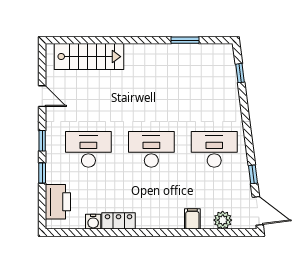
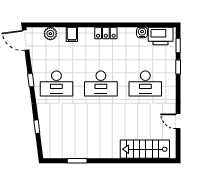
window: (240, 73) -> (37, 127), moved
window: (42, 141) -> (178, 45), moved
window: (253, 174) -> (31, 80), moved
printer: (58, 202) -> (161, 36), moved, turned -90
locker: (119, 221) -> (106, 33), moved

